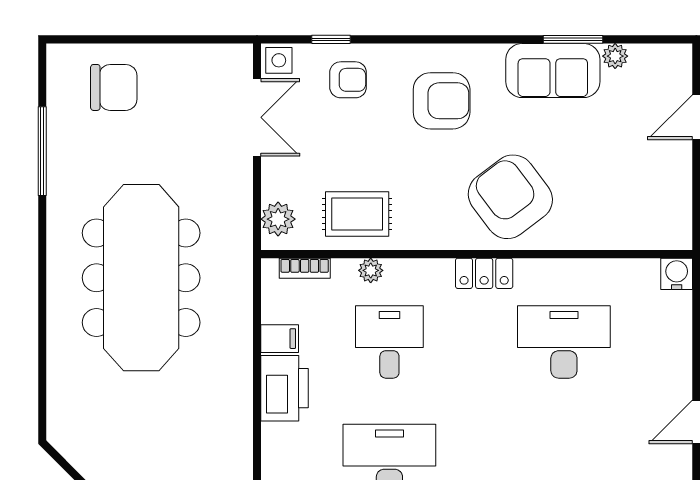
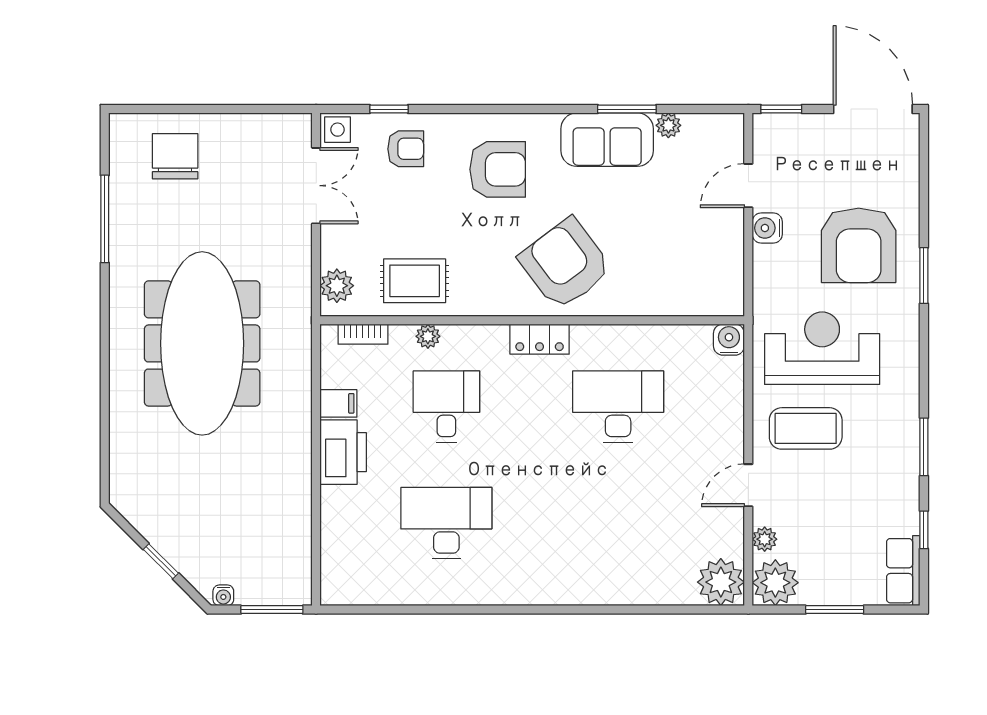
chair: (114, 87) -> (175, 156), turned -90

